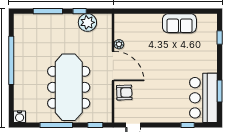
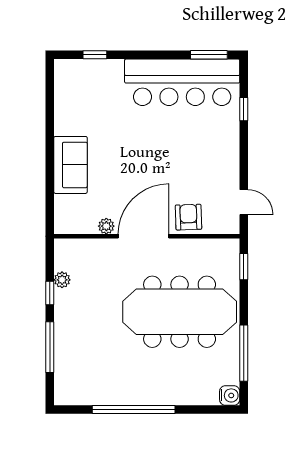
plant: (87, 22) -> (62, 280), width x0.53, depth x0.53
sofa: (179, 23) -> (71, 165), moved
window: (220, 91) -> (209, 55), moved
bar counter: (203, 98) -> (182, 82), width x1.36
window: (56, 125) -> (244, 353), moved

